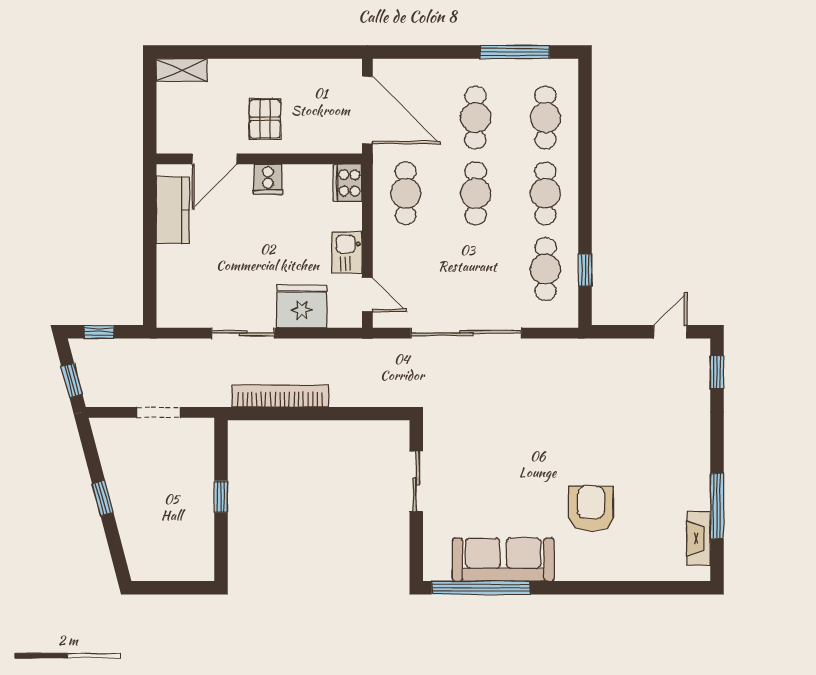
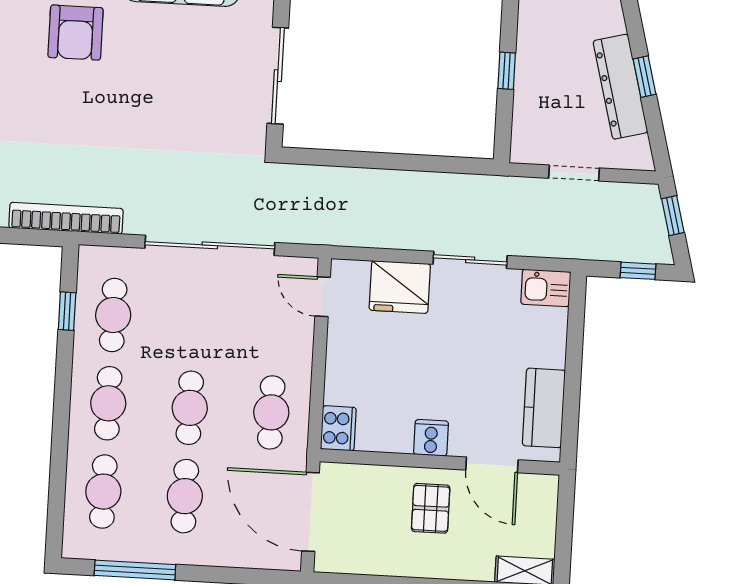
door: (215, 159) -> (492, 465), swing flipped
kitchen sink: (347, 252) -> (546, 288), moved, turned 90
bookcase: (280, 396) -> (66, 218), moved, turned 180
sliding door: (416, 481) -> (278, 76), width x1.37
dresser: (123, 488) -> (620, 87), added

